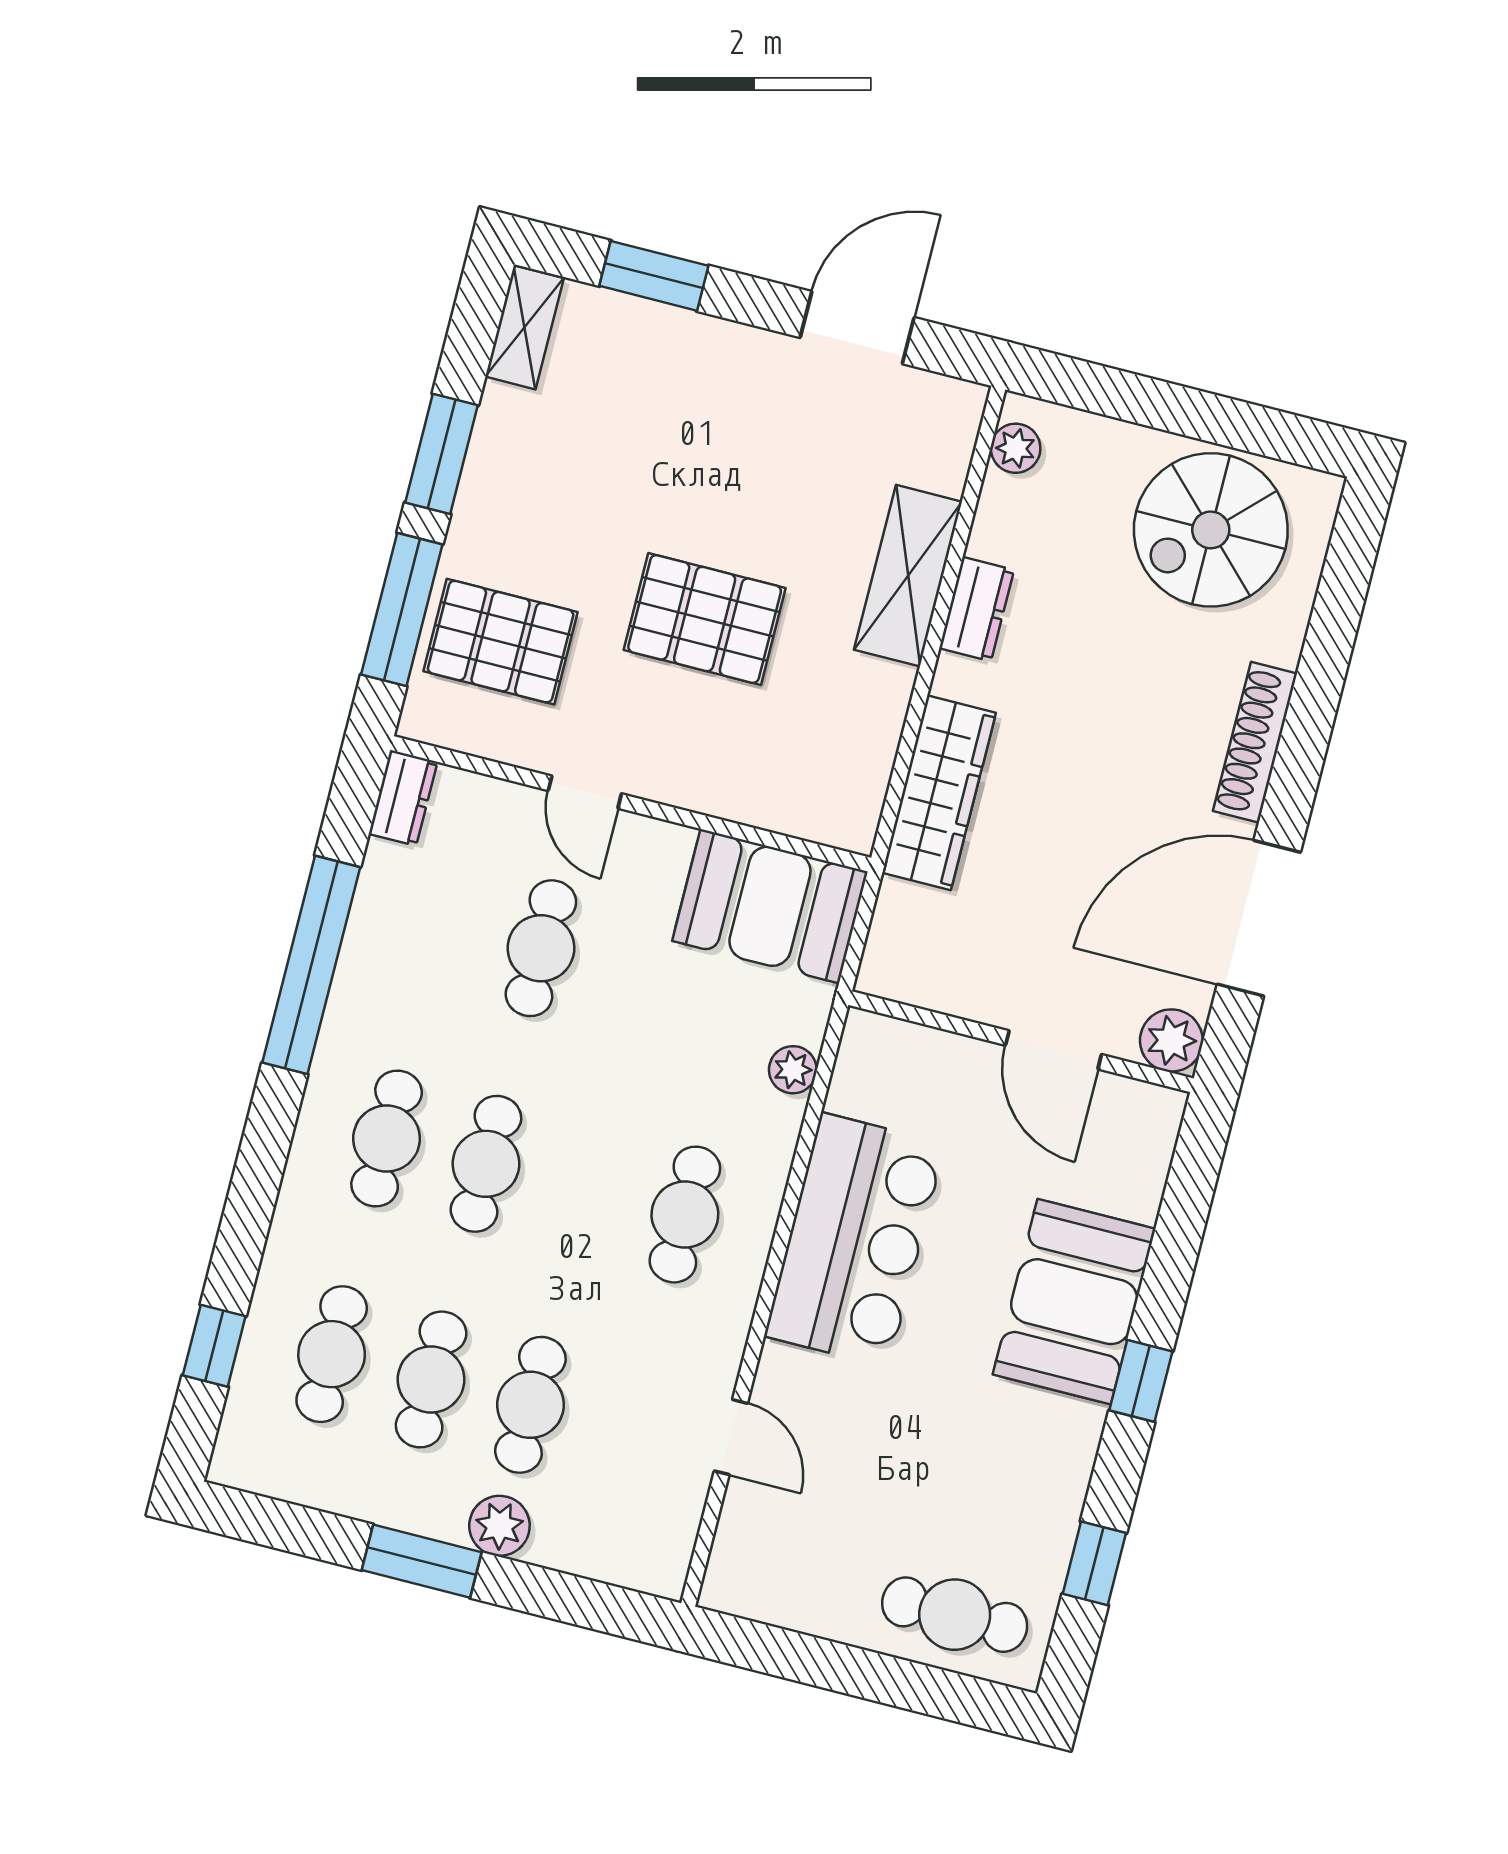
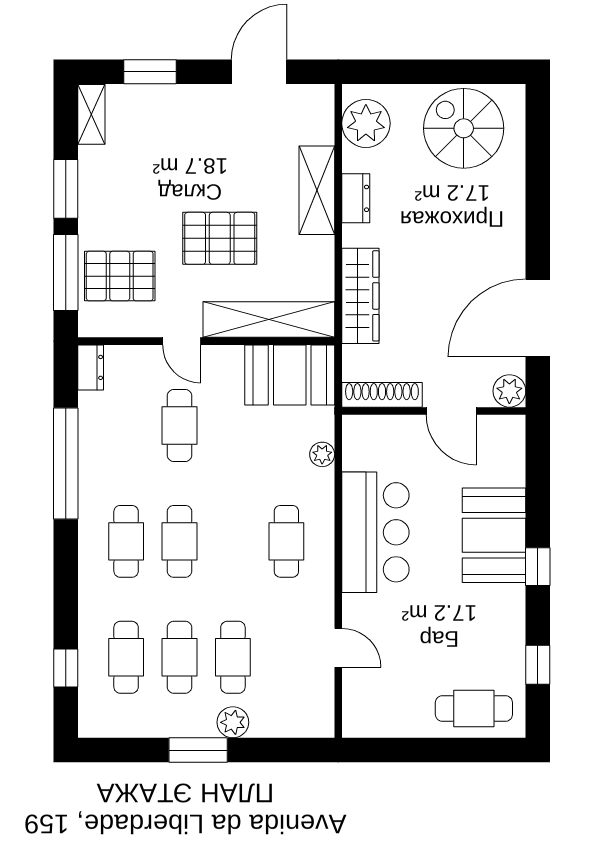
plant: (1016, 448) -> (366, 123), width x1.87, depth x1.87
spiral stairs: (1211, 530) -> (464, 128), turned 90
shoe rack: (1255, 742) -> (382, 395), moved, turned 90
shelving: (758, 793) -> (269, 320), added

